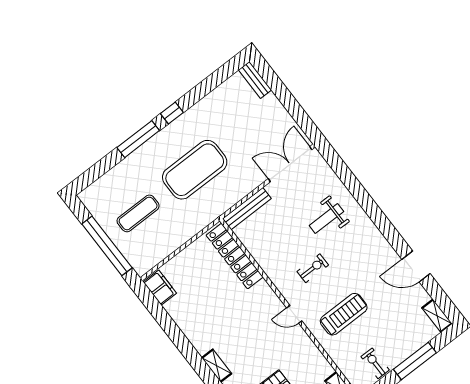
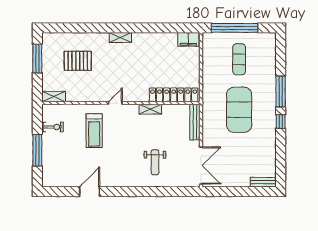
weight bench: (326, 219) -> (155, 162), turned 180
exercise bike: (313, 268) -> (133, 133), removed
shelving: (437, 316) -> (150, 109), moved

